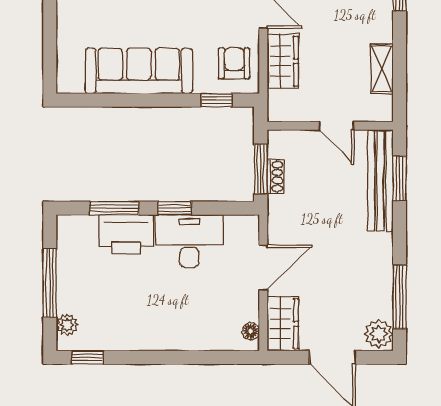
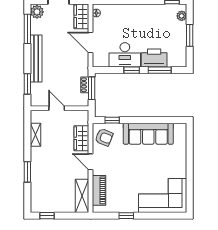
armchair: (234, 63) -> (104, 137), turned -68
bench: (380, 181) -> (36, 59), moved
door: (263, 268) -> (91, 42), hinge flipped
window: (50, 283) -> (190, 35), width x0.69

